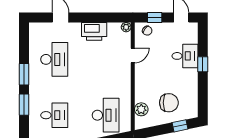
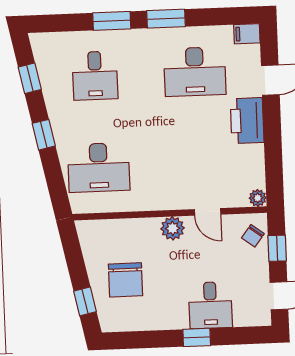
filing cabinet: (34, 29) -> (247, 34), added
printer: (94, 31) -> (247, 121), moved
plant: (141, 109) -> (173, 228), moved

